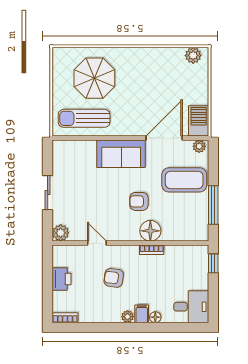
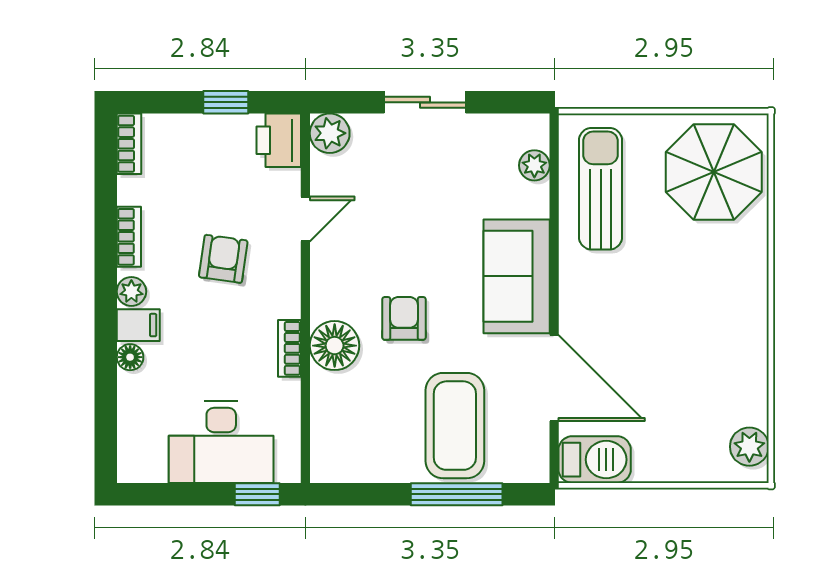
parasol: (94, 78) -> (714, 172), moved
plant: (199, 146) -> (534, 165), moved
window: (213, 205) -> (457, 494), moved
window: (48, 277) -> (226, 102), added
printer: (62, 279) -> (279, 140), moved, turned 90
desk: (191, 307) -> (221, 442), moved, width x1.37
bookcase: (104, 318) -> (129, 237), added

